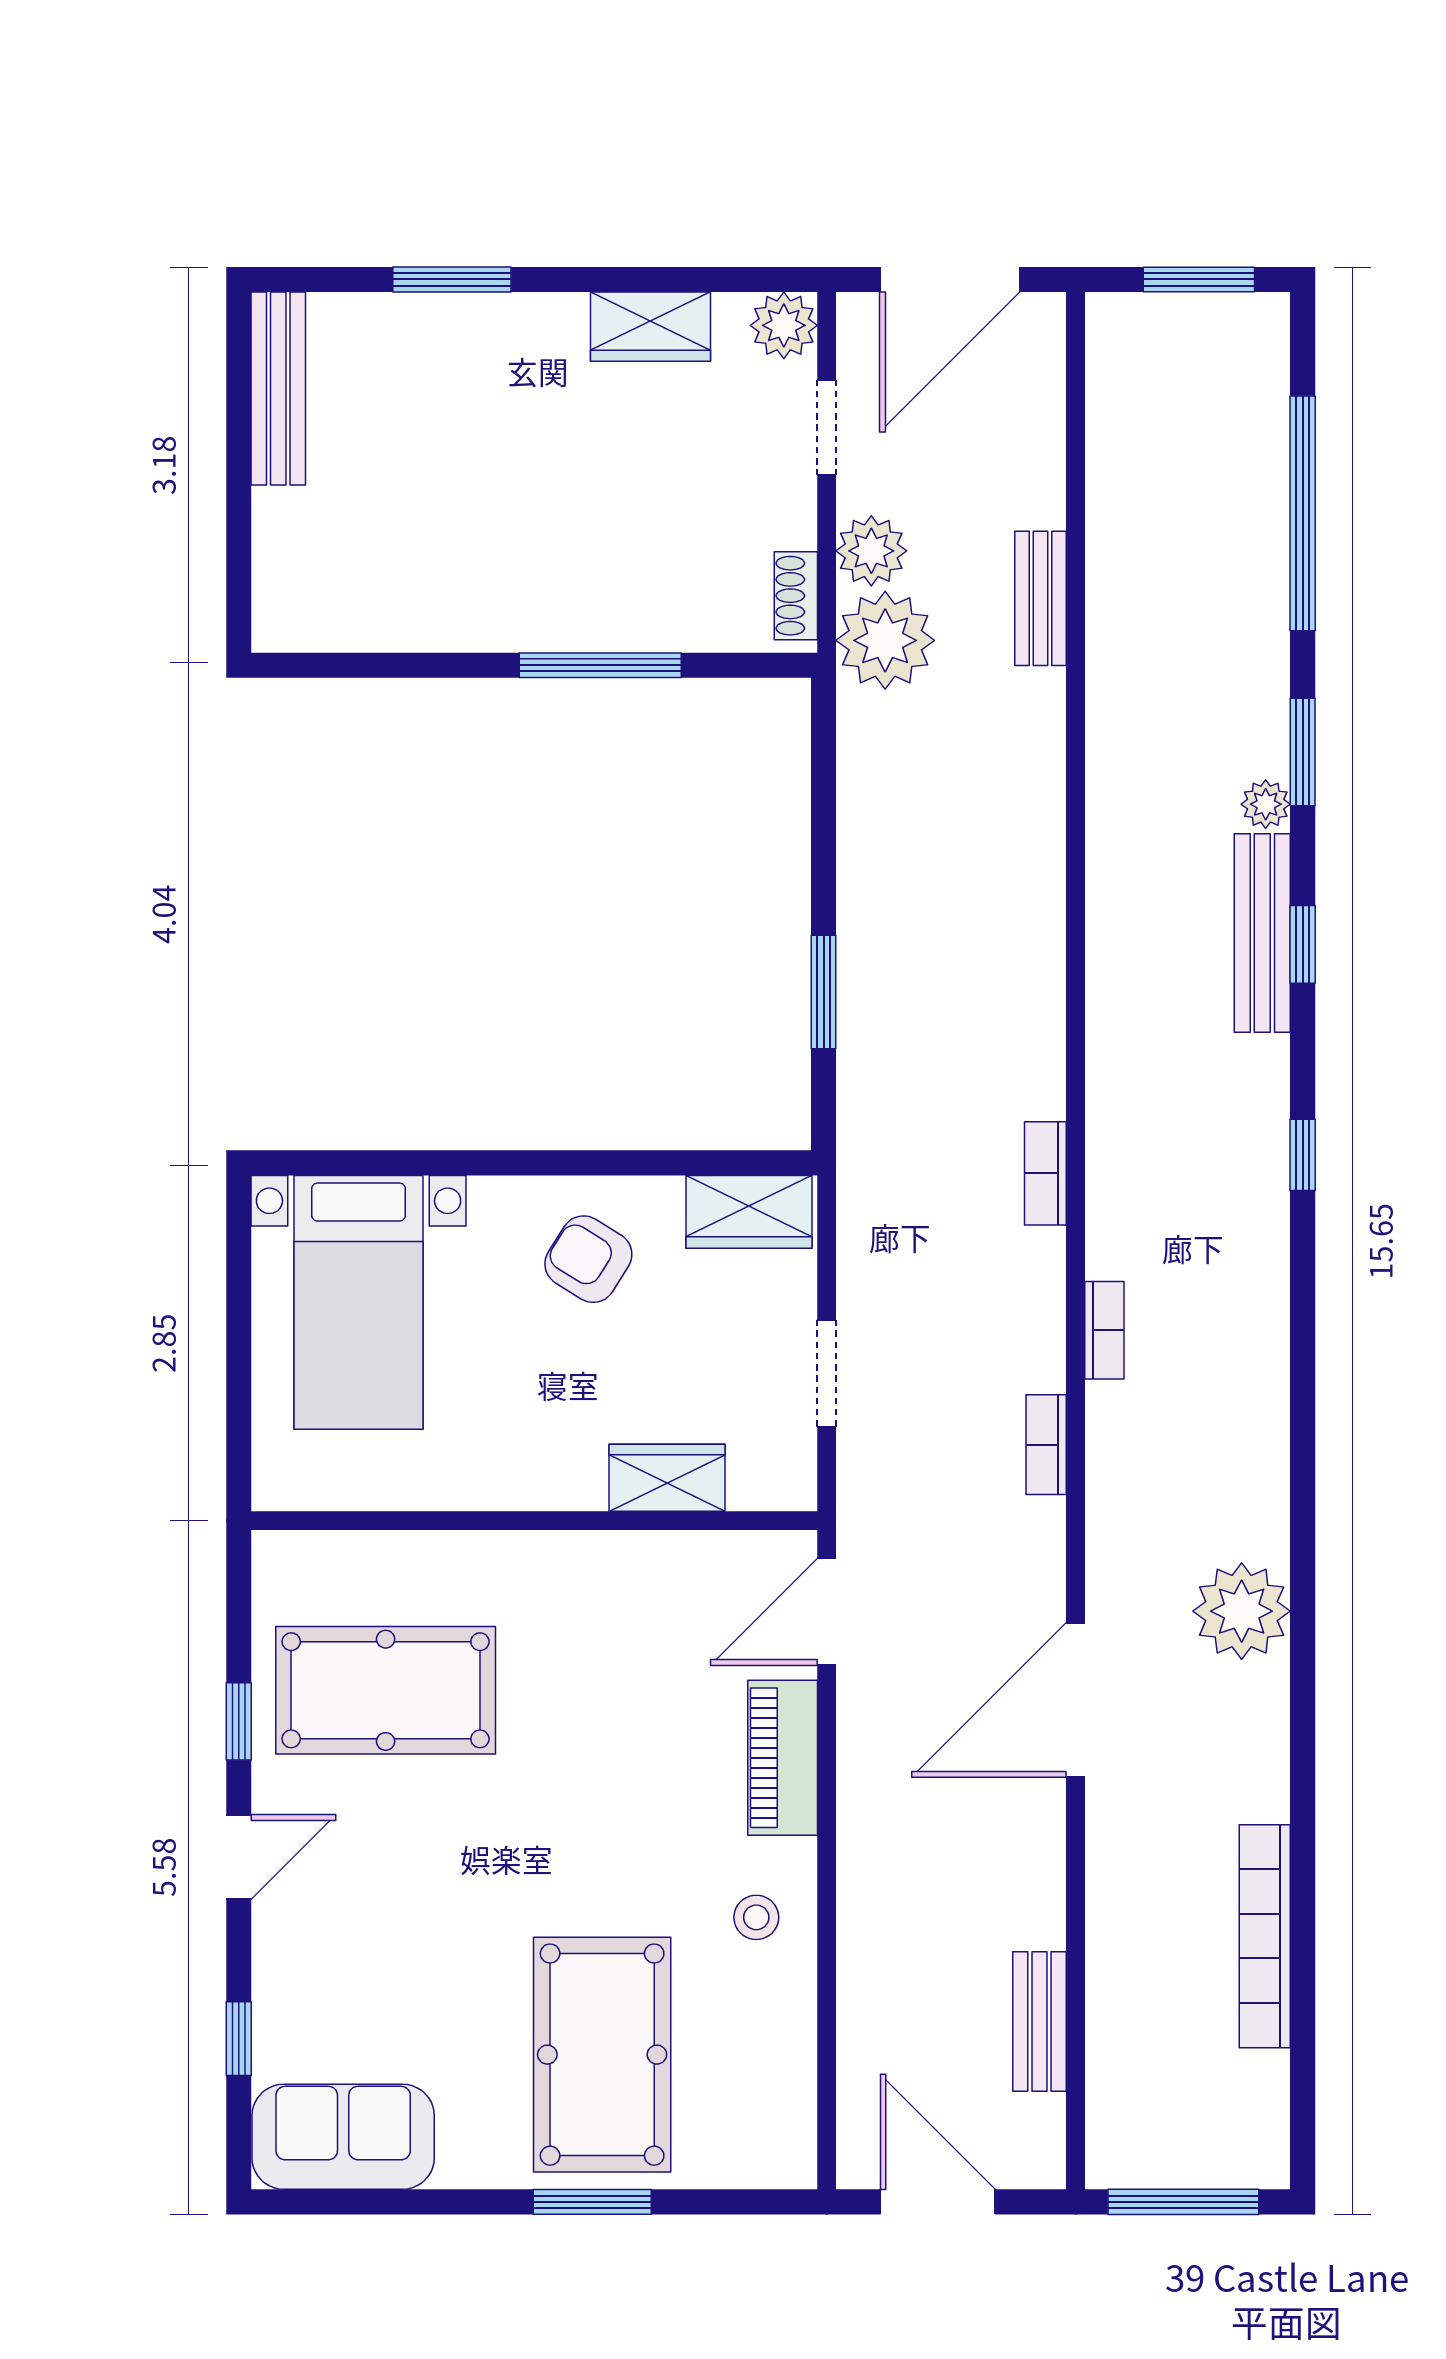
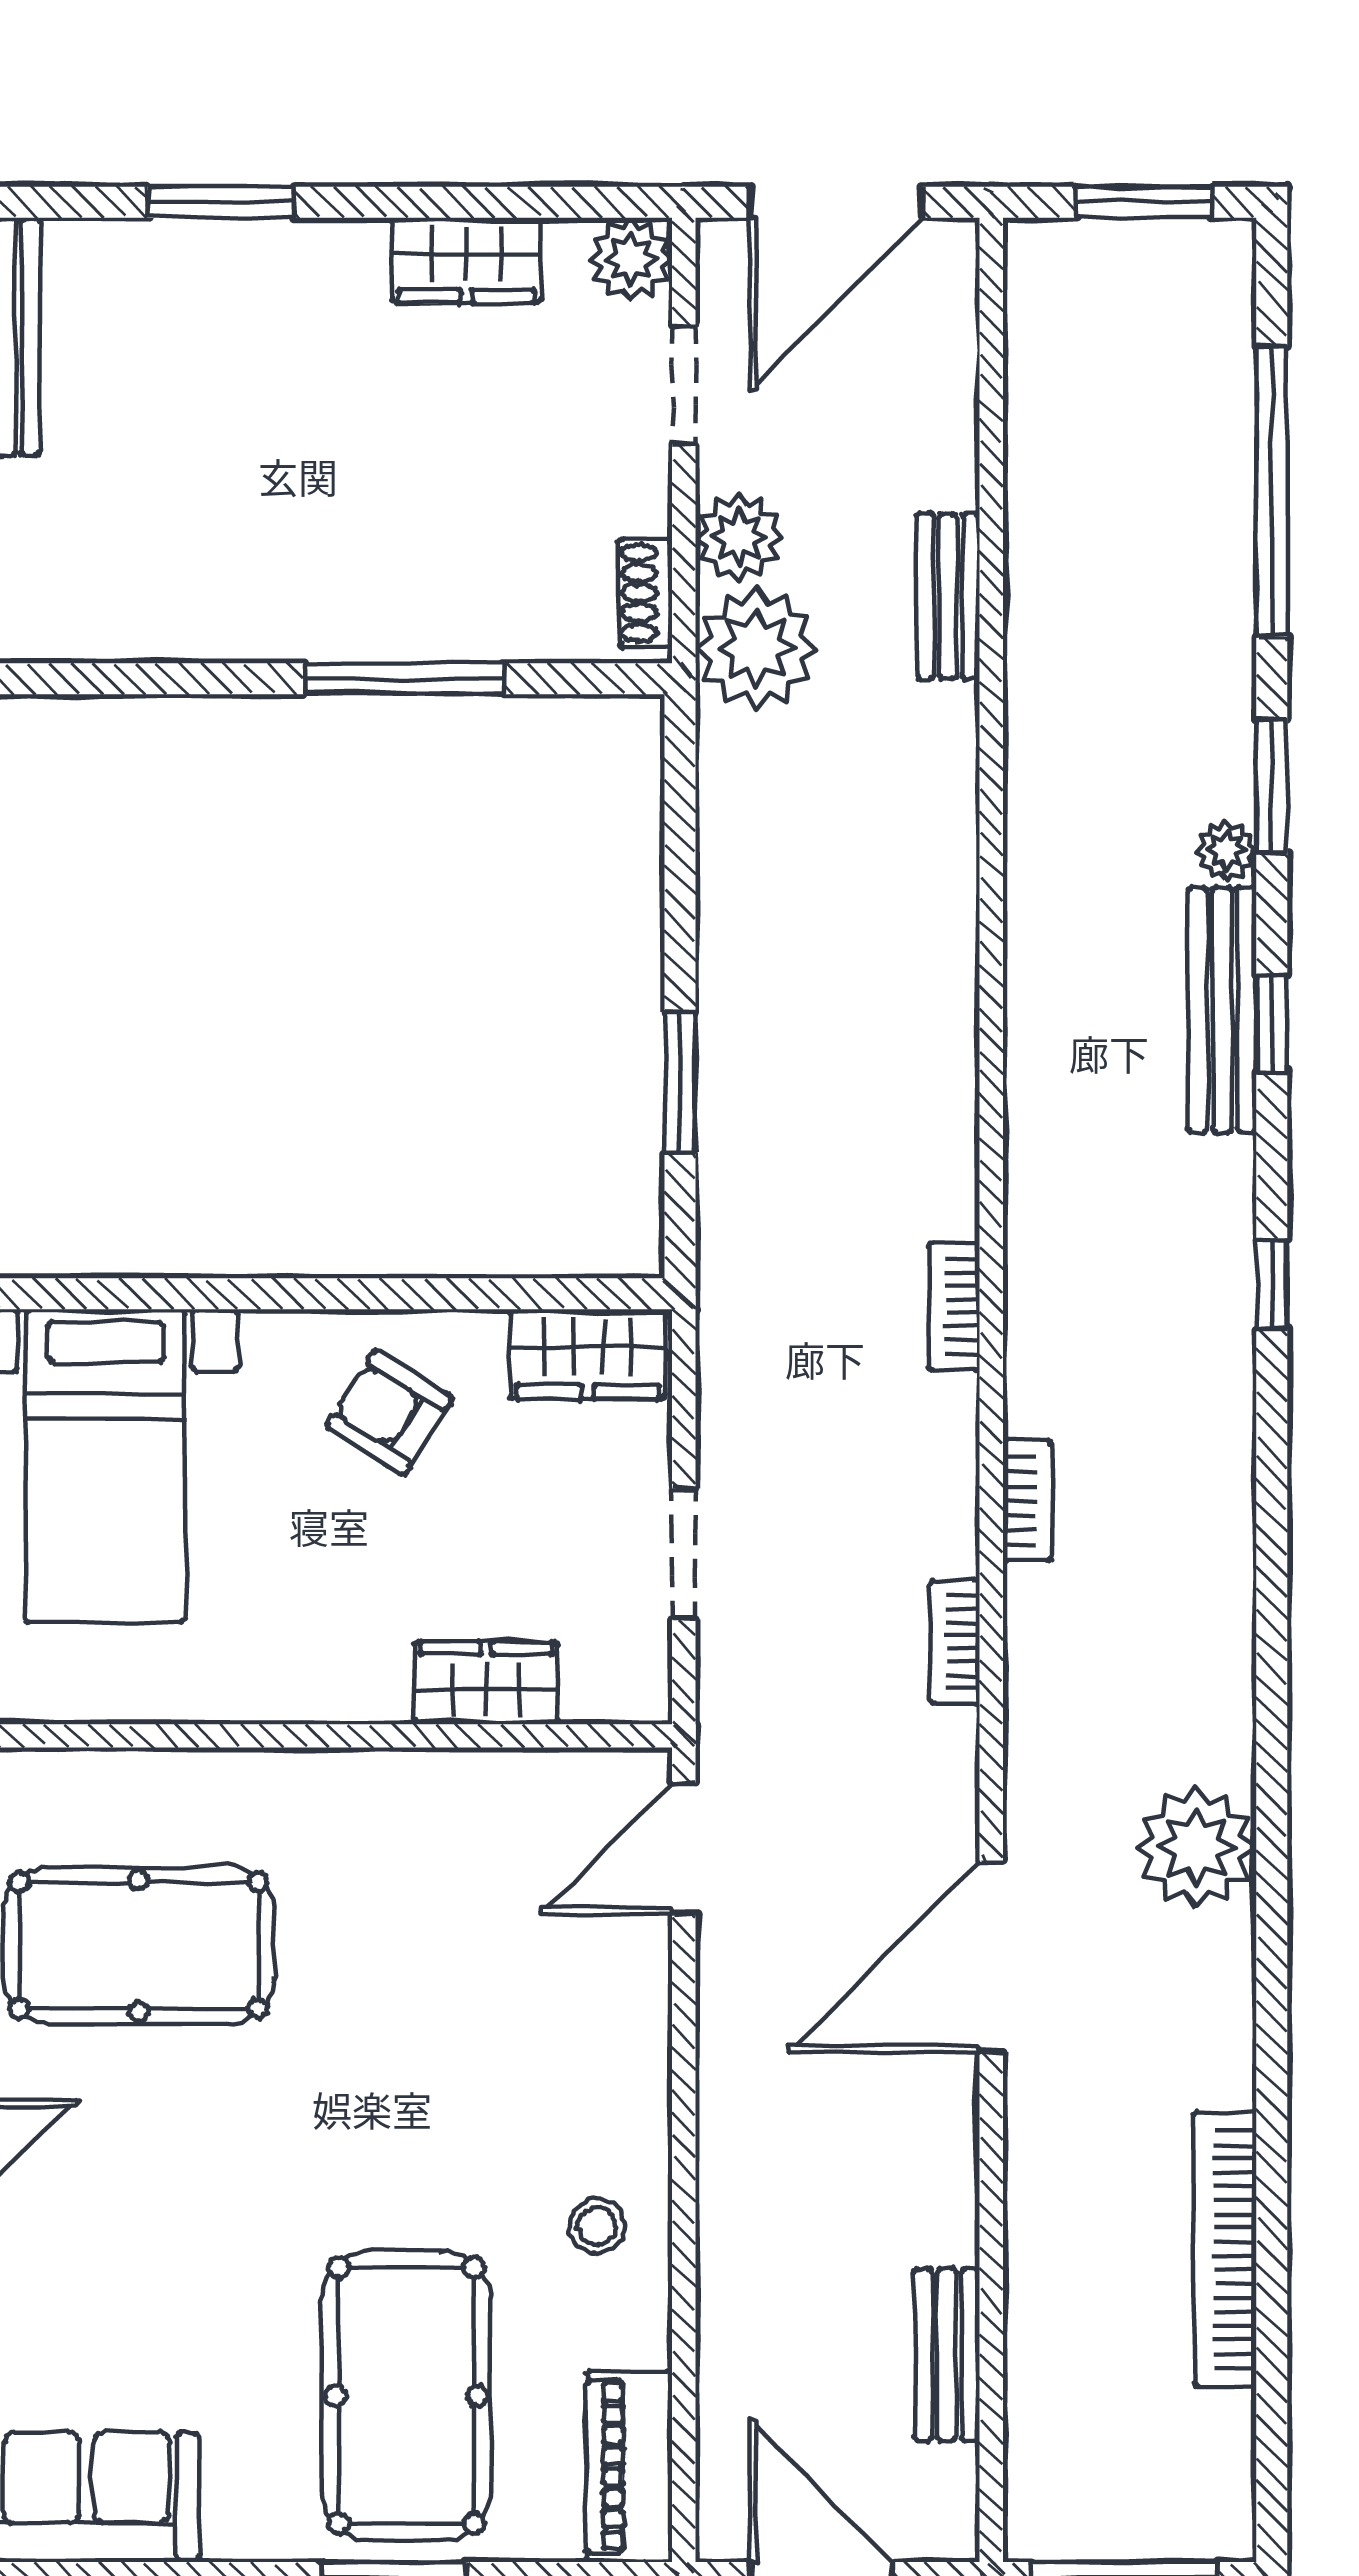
piano: (783, 1758) -> (629, 2466), moved

